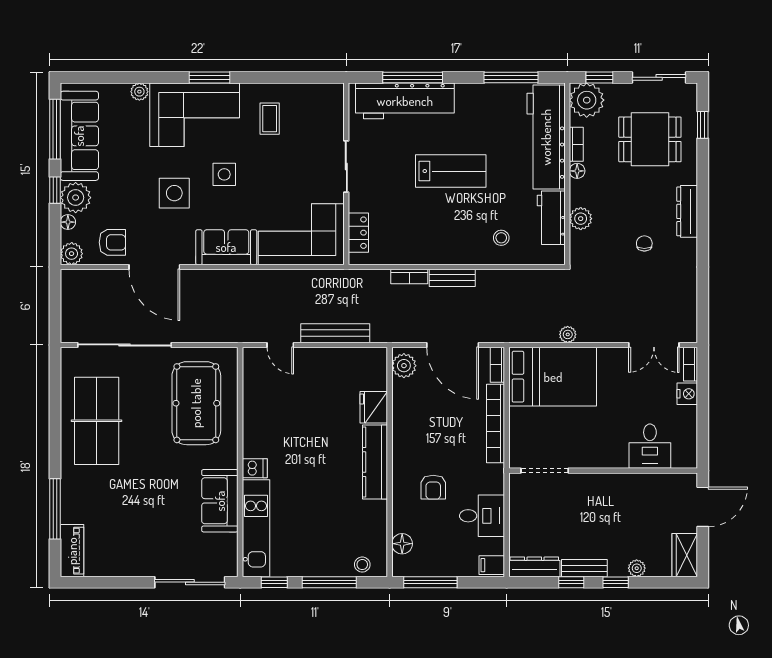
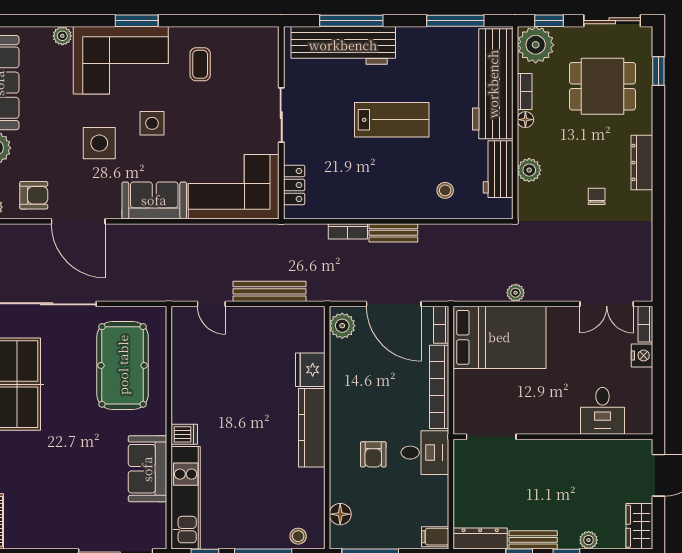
desk: (482, 516) -> (425, 453), moved

